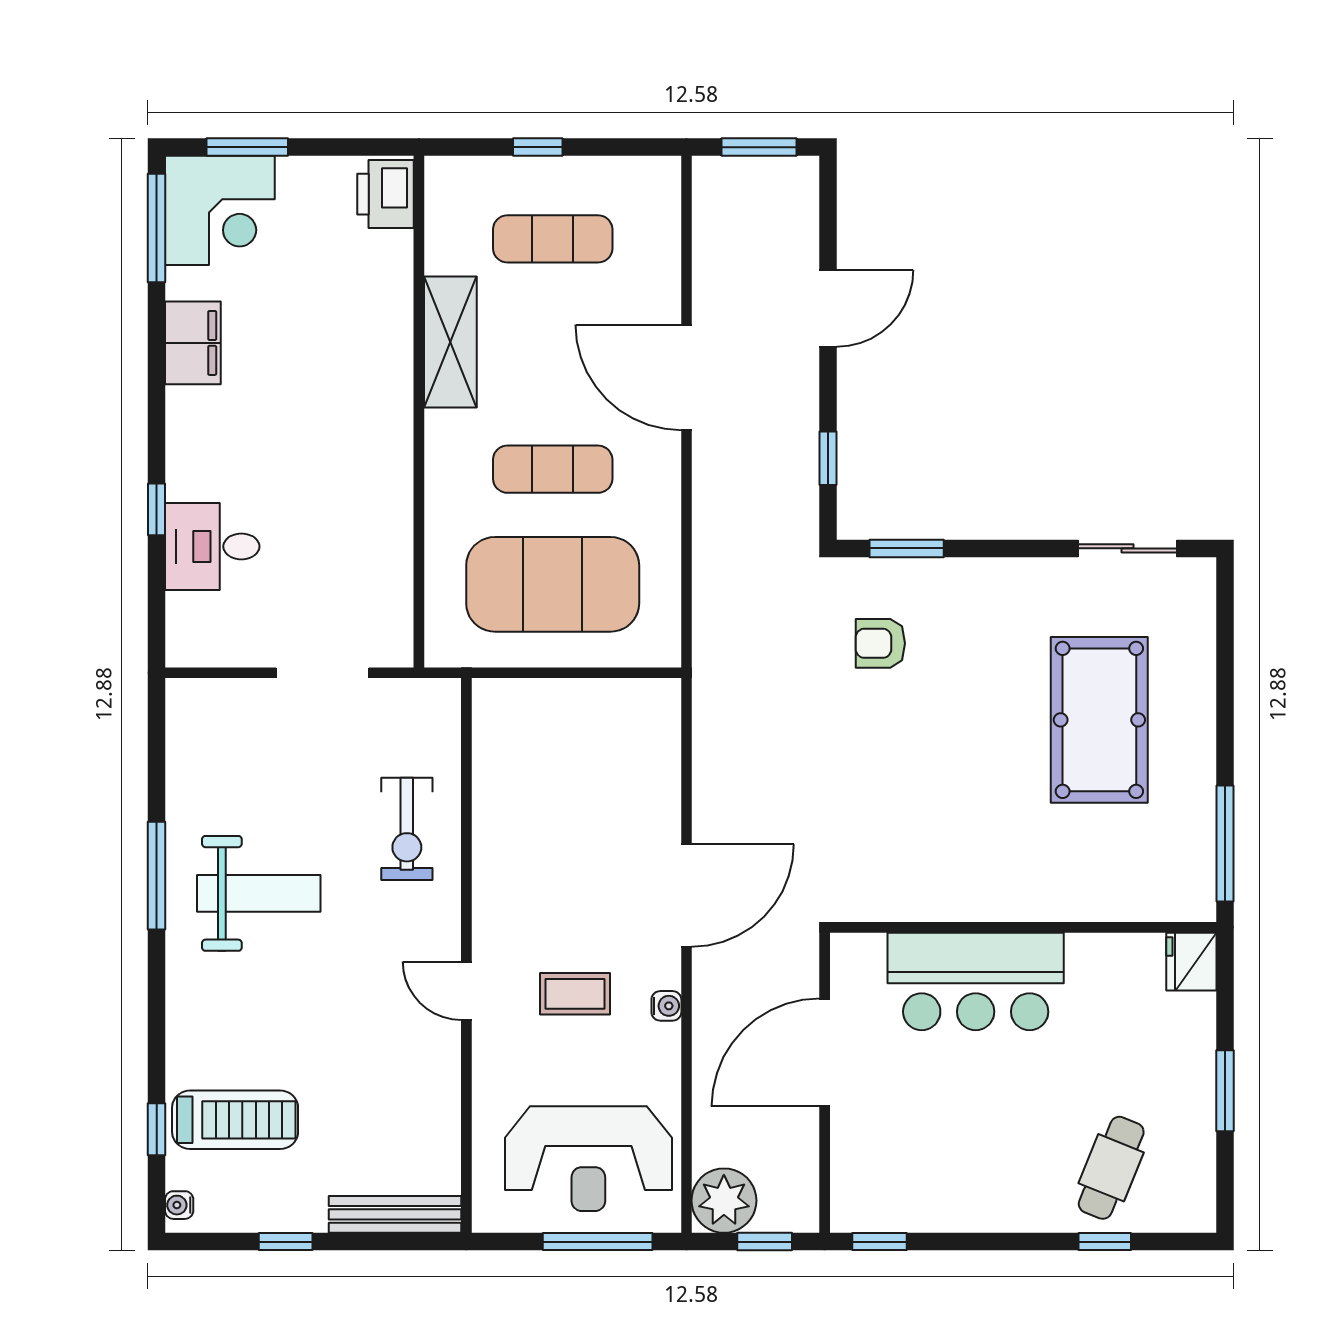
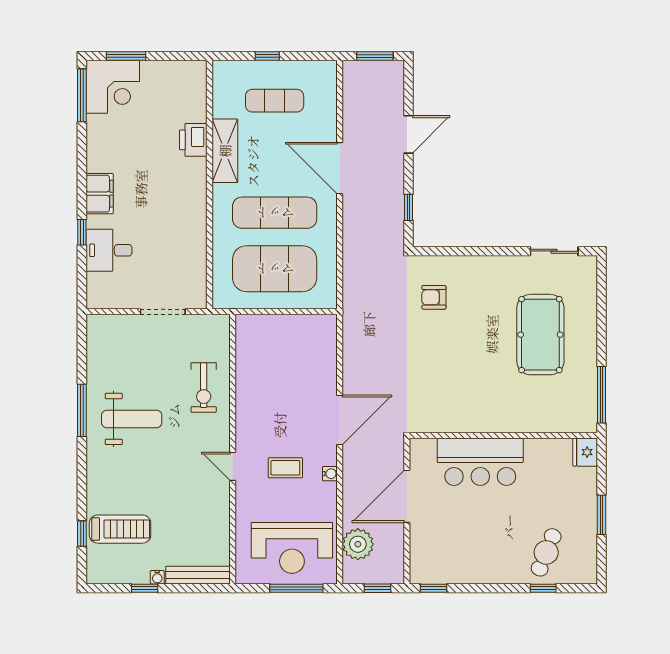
printer: (386, 194) -> (193, 140), moved
filing cabinet: (193, 343) -> (100, 194), moved
exercise mat: (553, 469) -> (275, 213), width x1.36, depth x1.45
window: (907, 548) -> (447, 251), removed
plant: (724, 1201) -> (358, 544), moved
water cooler: (179, 1205) -> (157, 577), moved, turned -90

